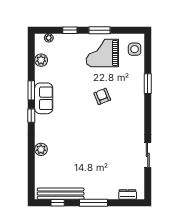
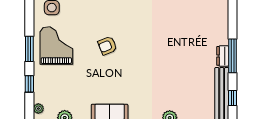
grand piano: (102, 53) -> (56, 46), turned 180
dresser: (128, 194) -> (223, 56), moved

